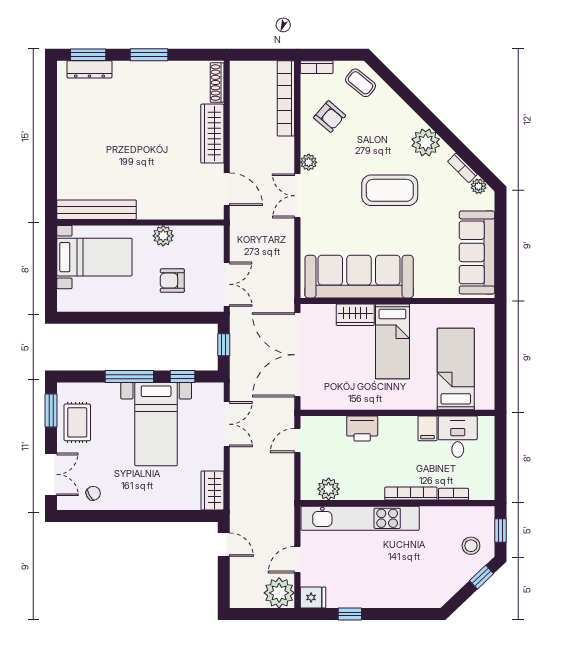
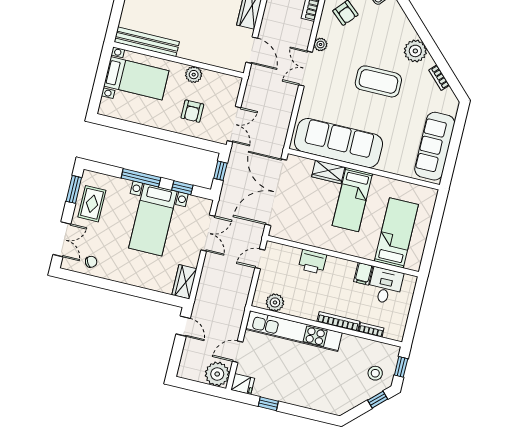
plant: (479, 186) -> (448, 95), removed
armchair: (172, 281) -> (192, 111), turned -90

